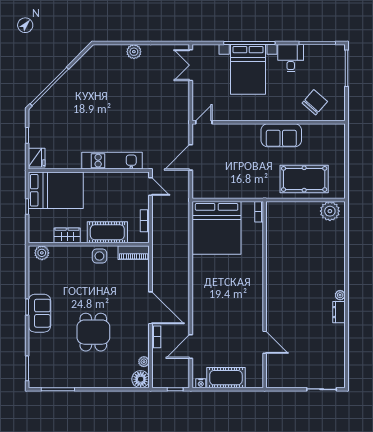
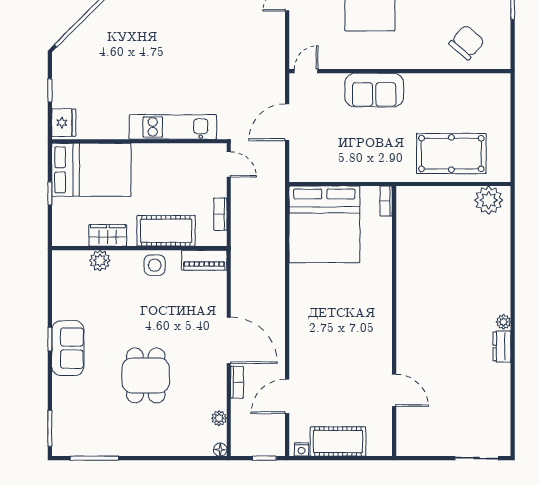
sofa: (281, 135) -> (374, 90), moved
plant: (42, 253) -> (100, 261), moved
floor lamp: (141, 379) -> (220, 450), width x0.53, depth x0.53

